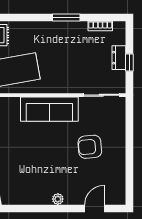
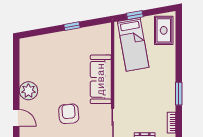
plant: (58, 199) -> (28, 91), width x1.88, depth x1.88

